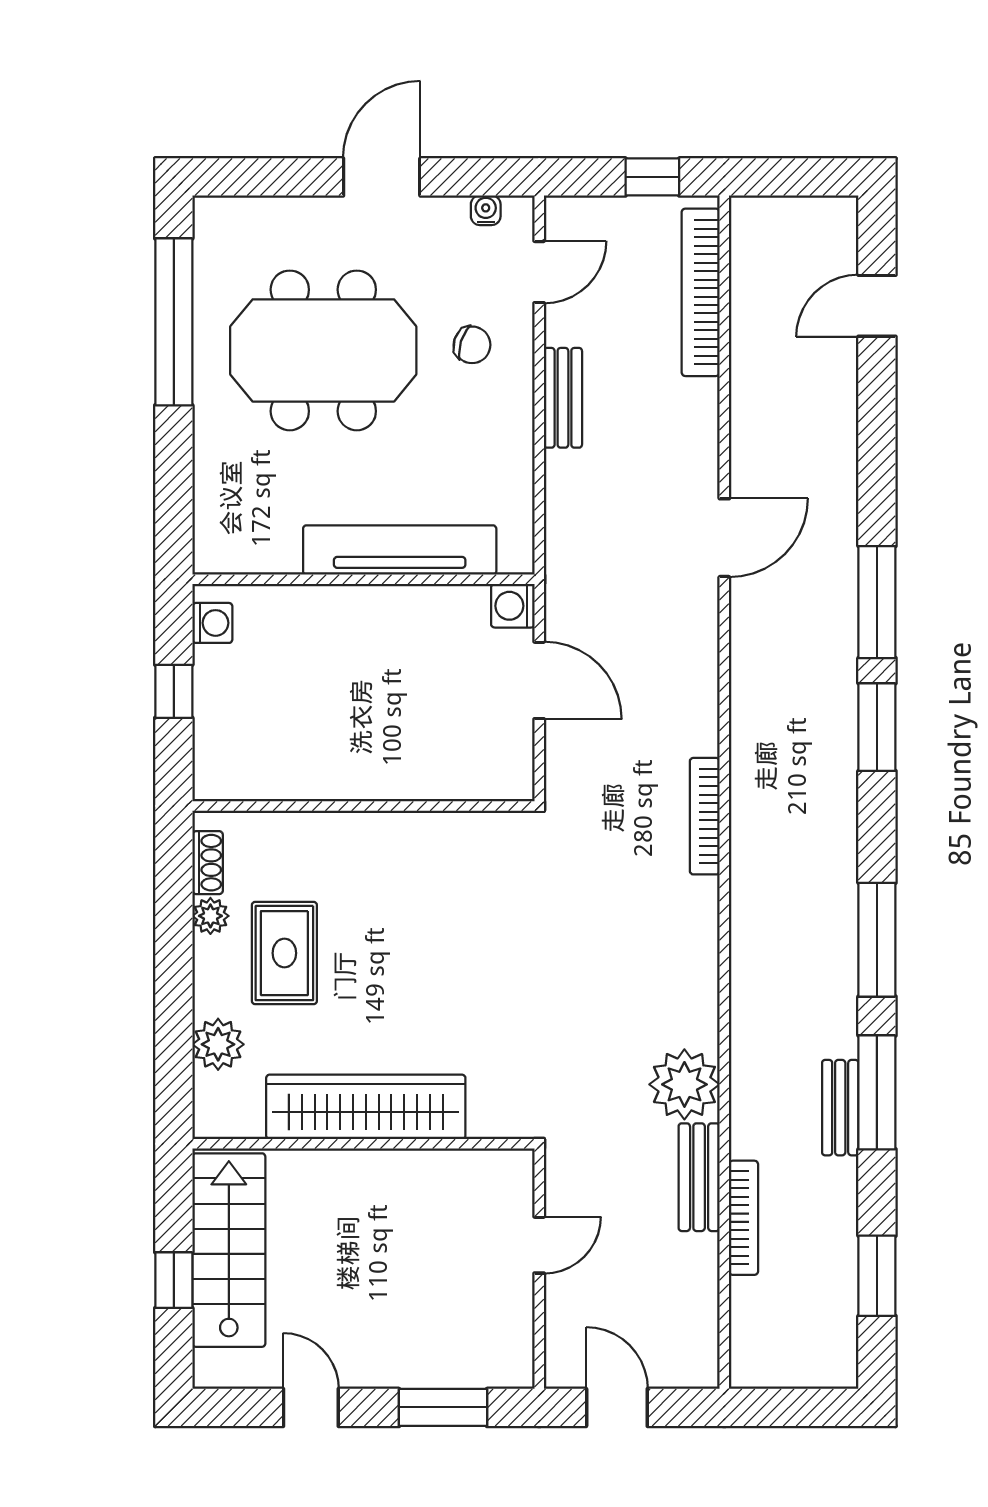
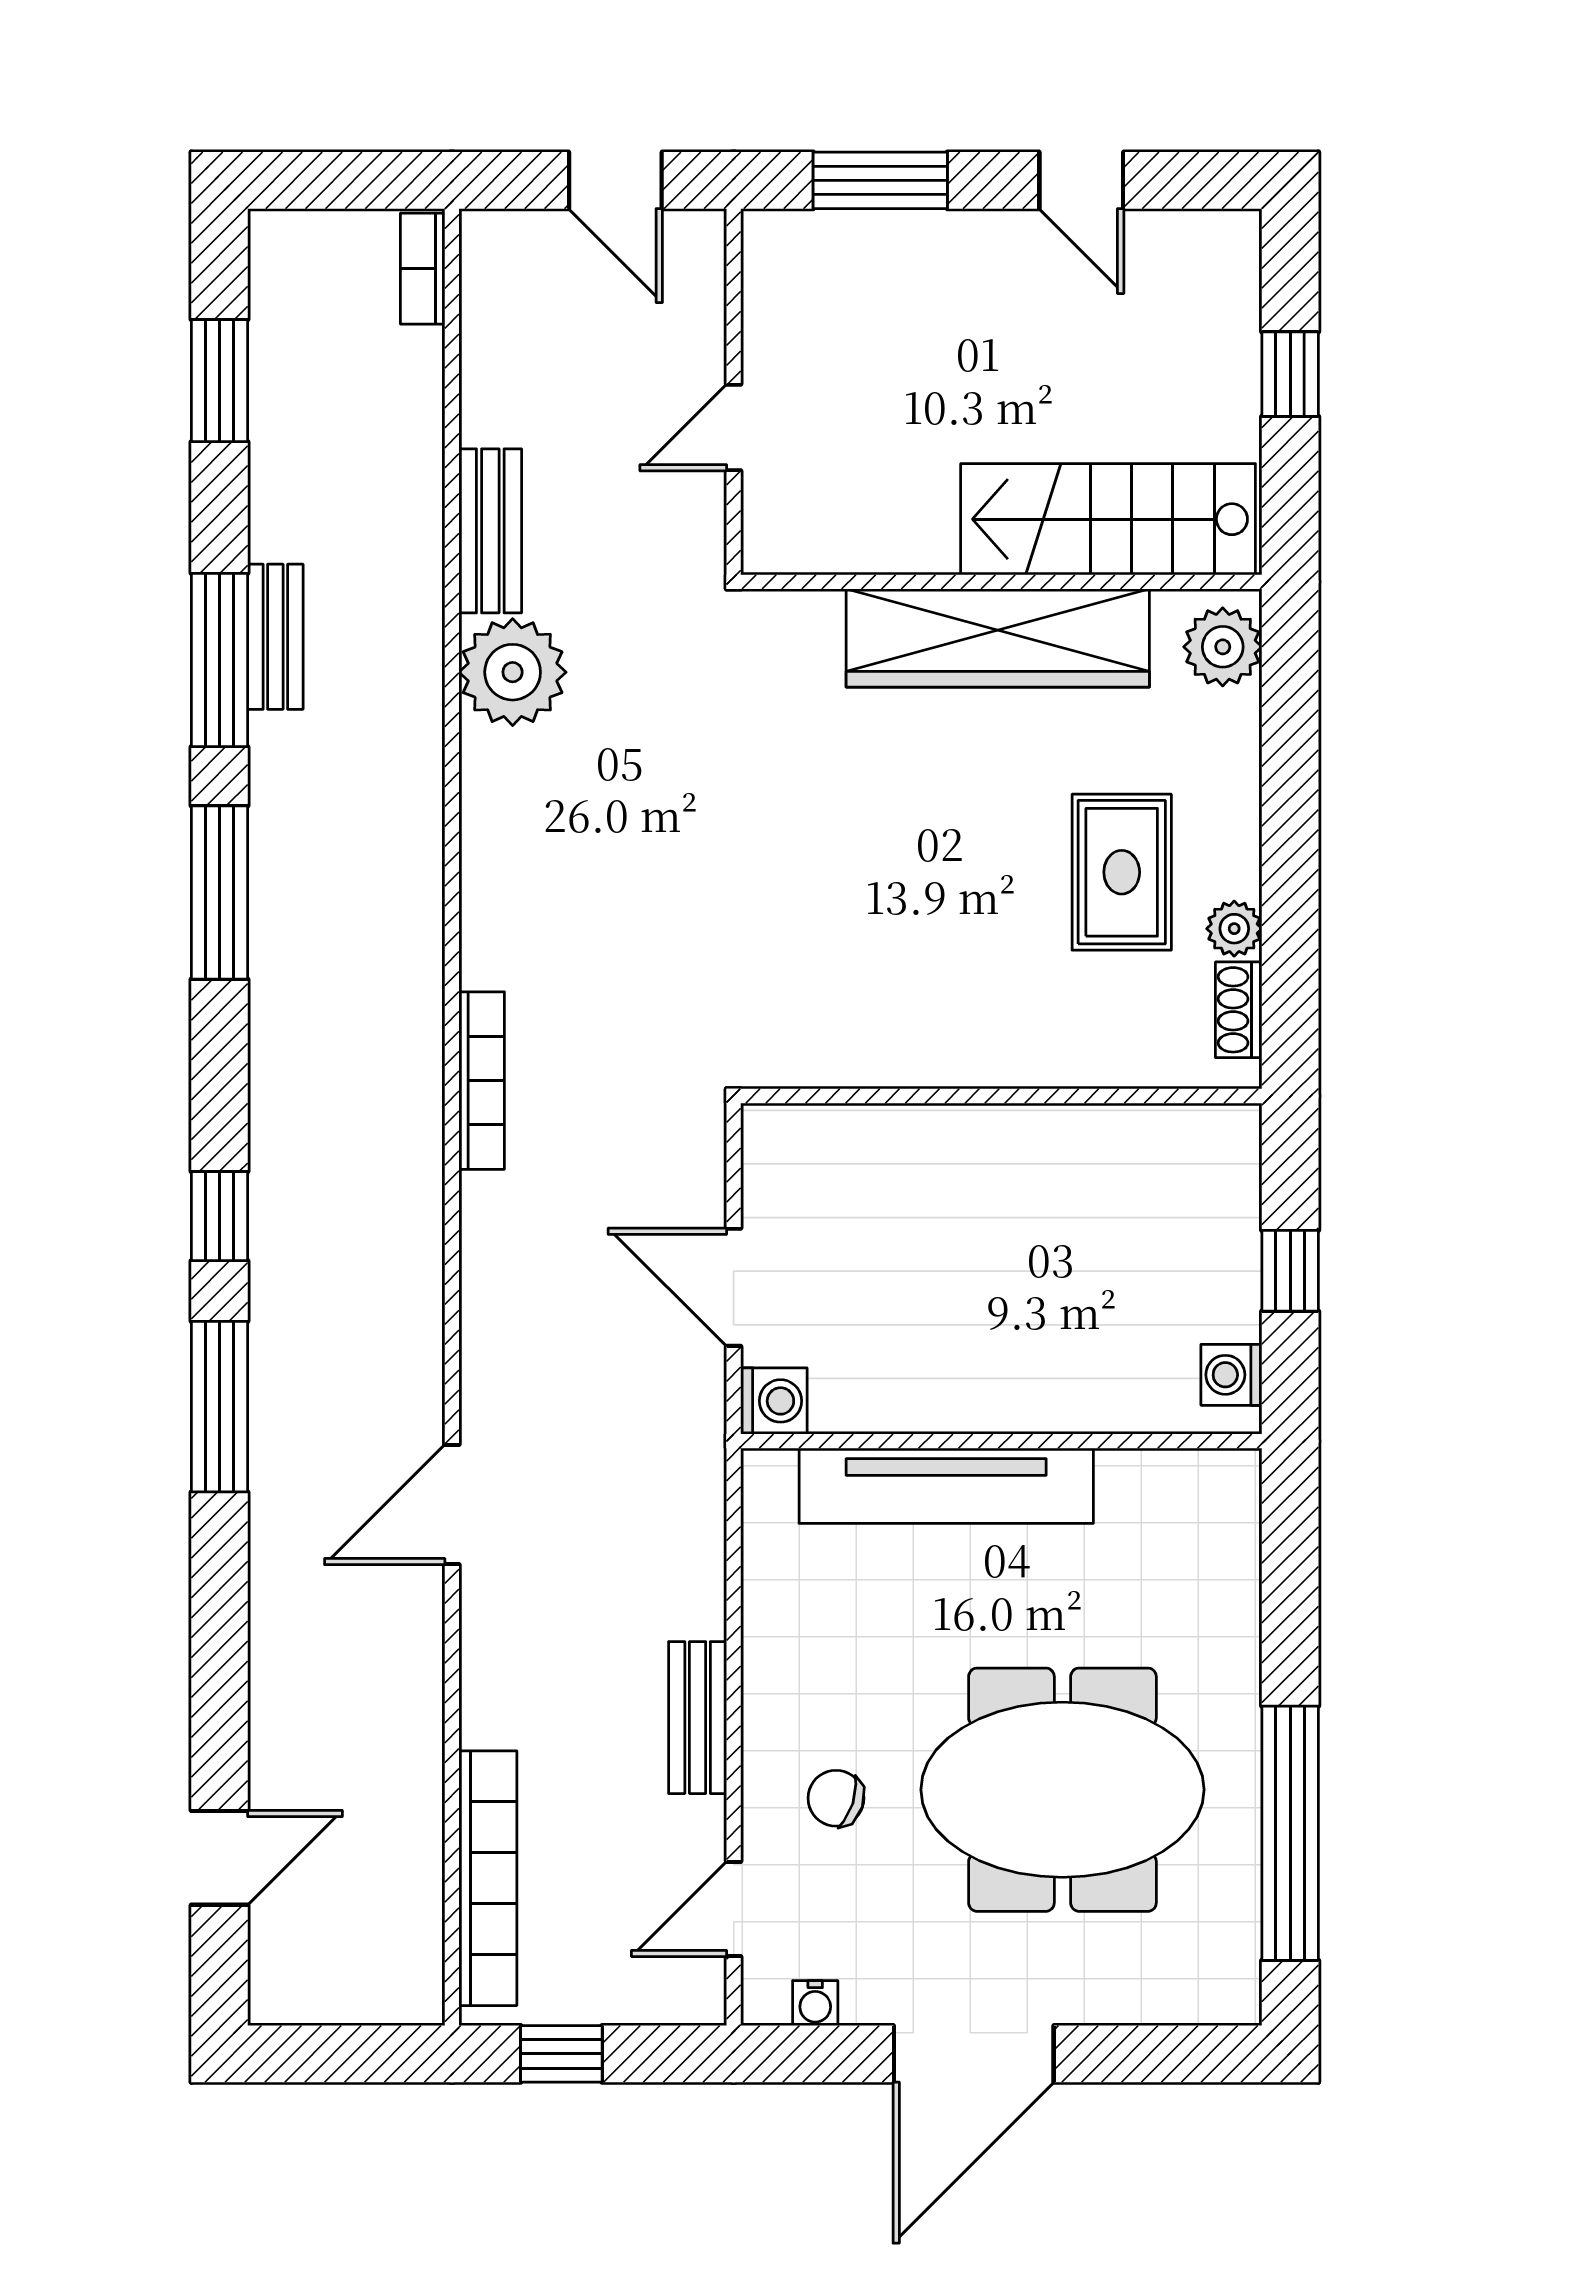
door: (382, 177) -> (974, 2054), width x1.36
window: (877, 727) -> (219, 1216), width x0.67
plant: (218, 1044) -> (1223, 647), moved
bookcase: (744, 1218) -> (423, 269), moved, width x0.64
stairs: (229, 1250) -> (1108, 519), moved, turned 90

